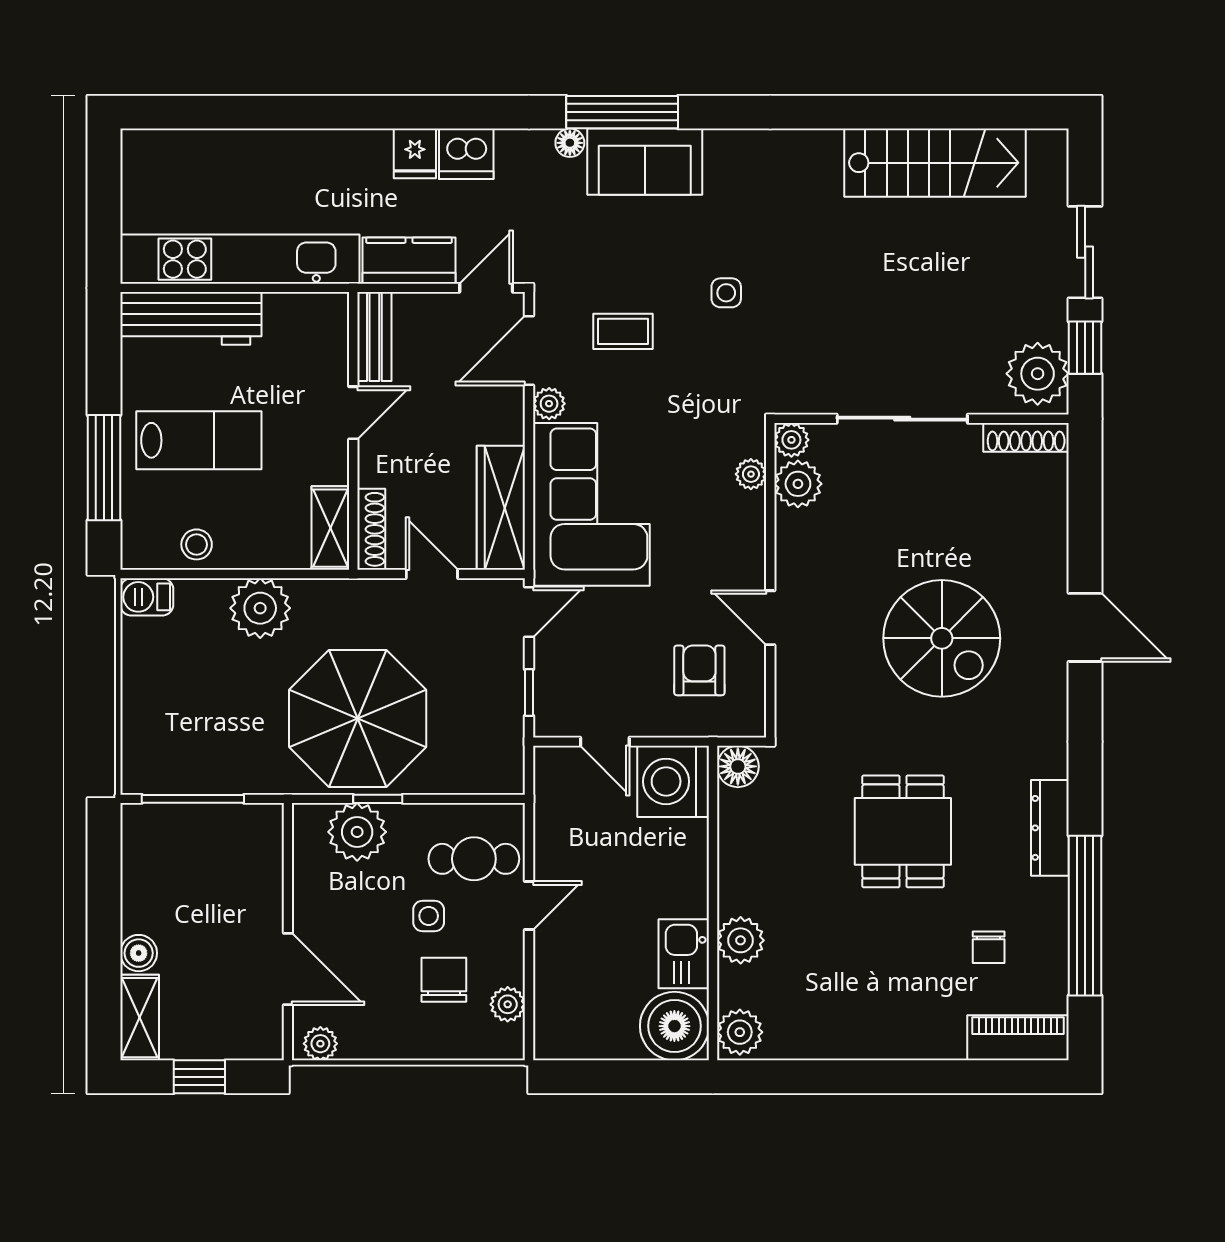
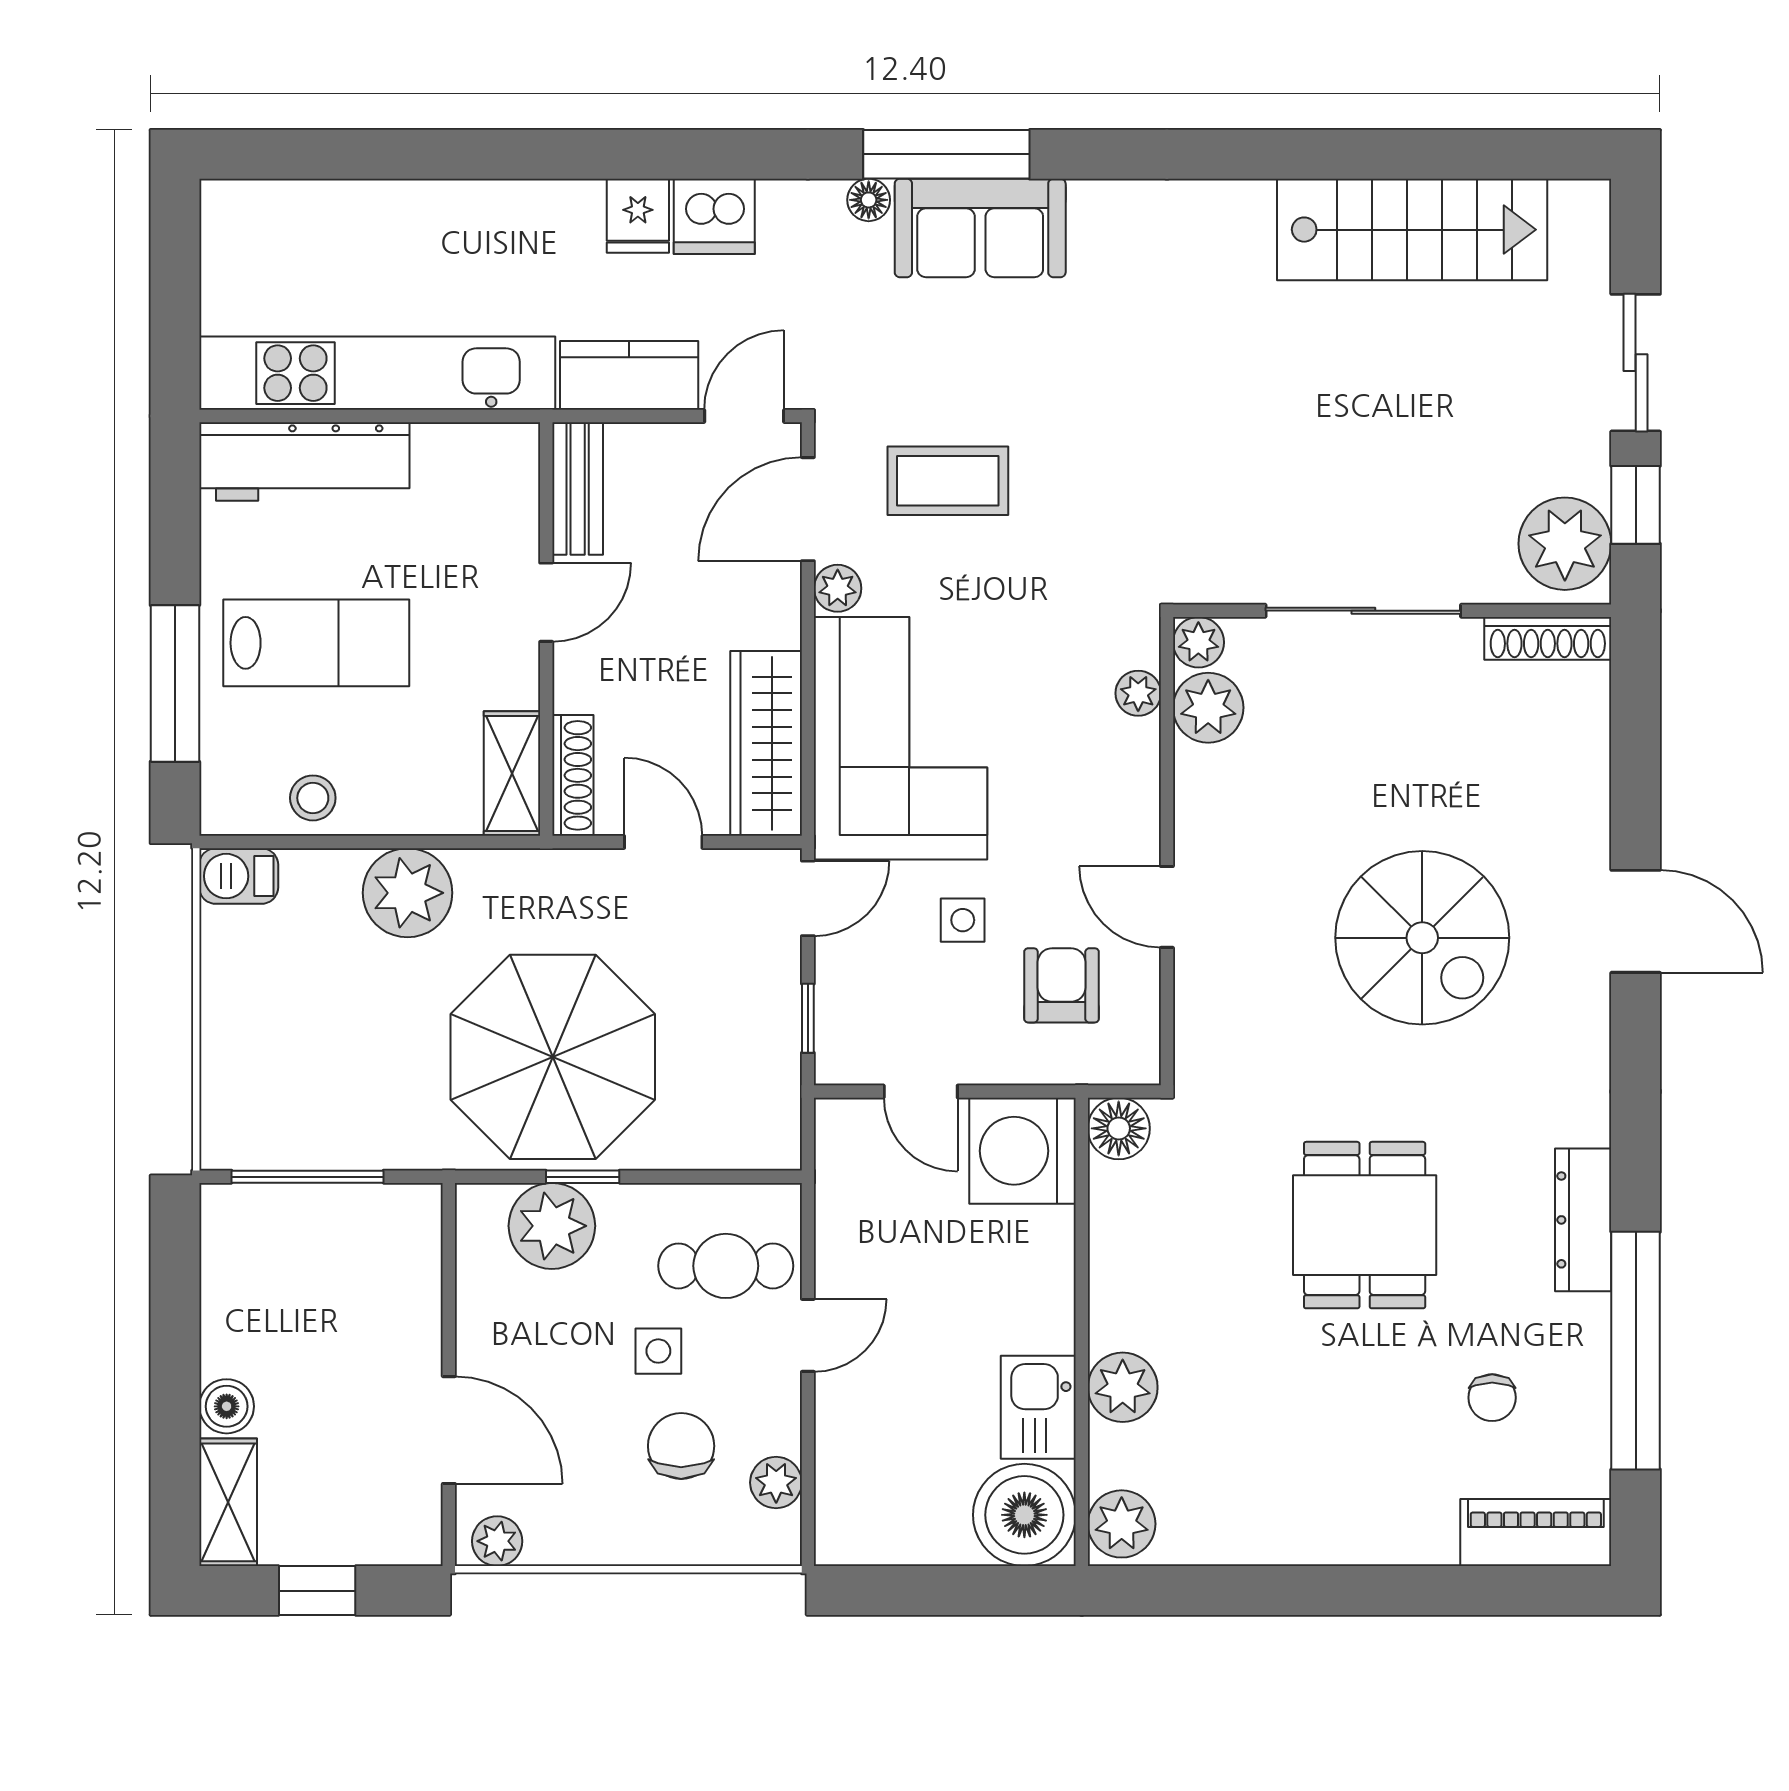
side table: (726, 293) -> (963, 920), moved
coffee table: (623, 331) -> (948, 481), width x1.36, depth x1.30

